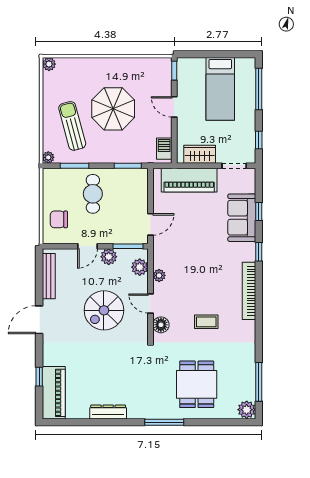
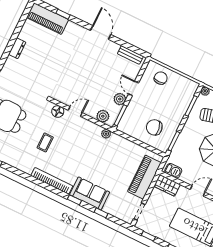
wardrobe: (200, 154) -> (167, 185), moved, turned 90
cafe table: (93, 194) -> (167, 109), removed
chair: (123, 198) -> (154, 127), added
sofa: (242, 218) -> (90, 193), moved
door: (150, 224) -> (128, 137), removed
plant: (159, 275) -> (106, 134), moved
bench: (49, 276) -> (130, 55), width x0.73
spiral stairs: (104, 310) -> (86, 79), removed
dresser: (108, 412) -> (17, 48), width x0.70

